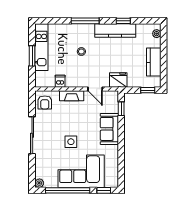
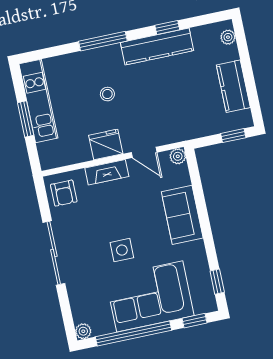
fridge: (118, 80) -> (106, 145), moved
dishwasher: (60, 81) -> (82, 152), removed
plant: (114, 95) -> (178, 156), added
window: (121, 109) -> (217, 282), moved

